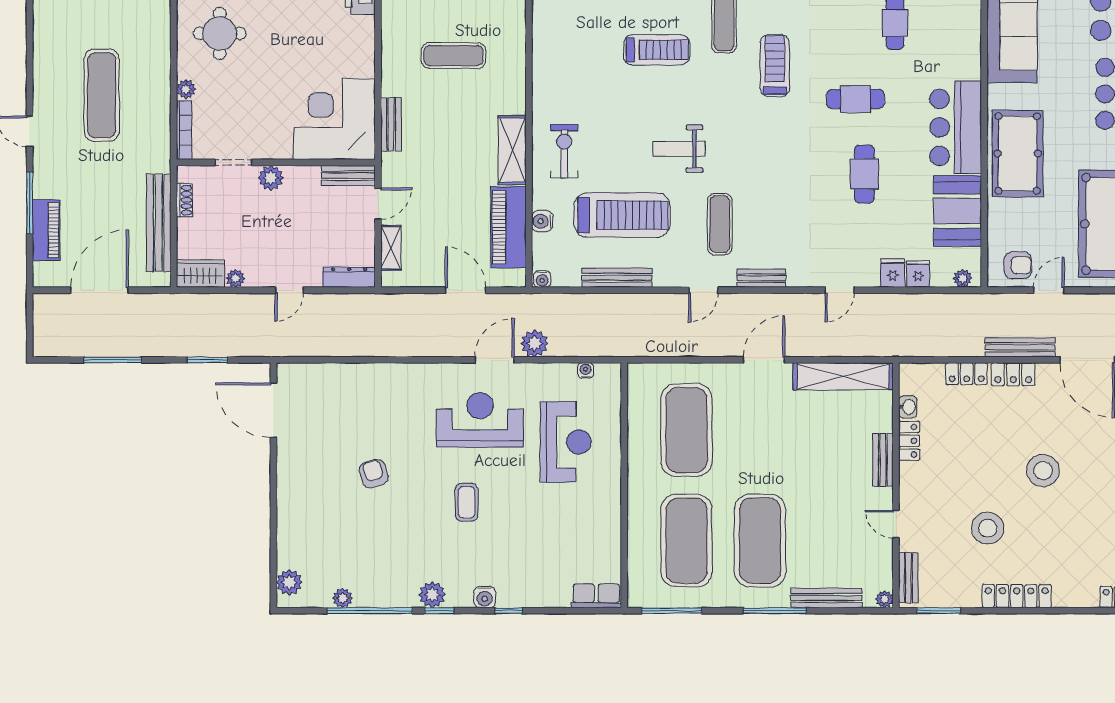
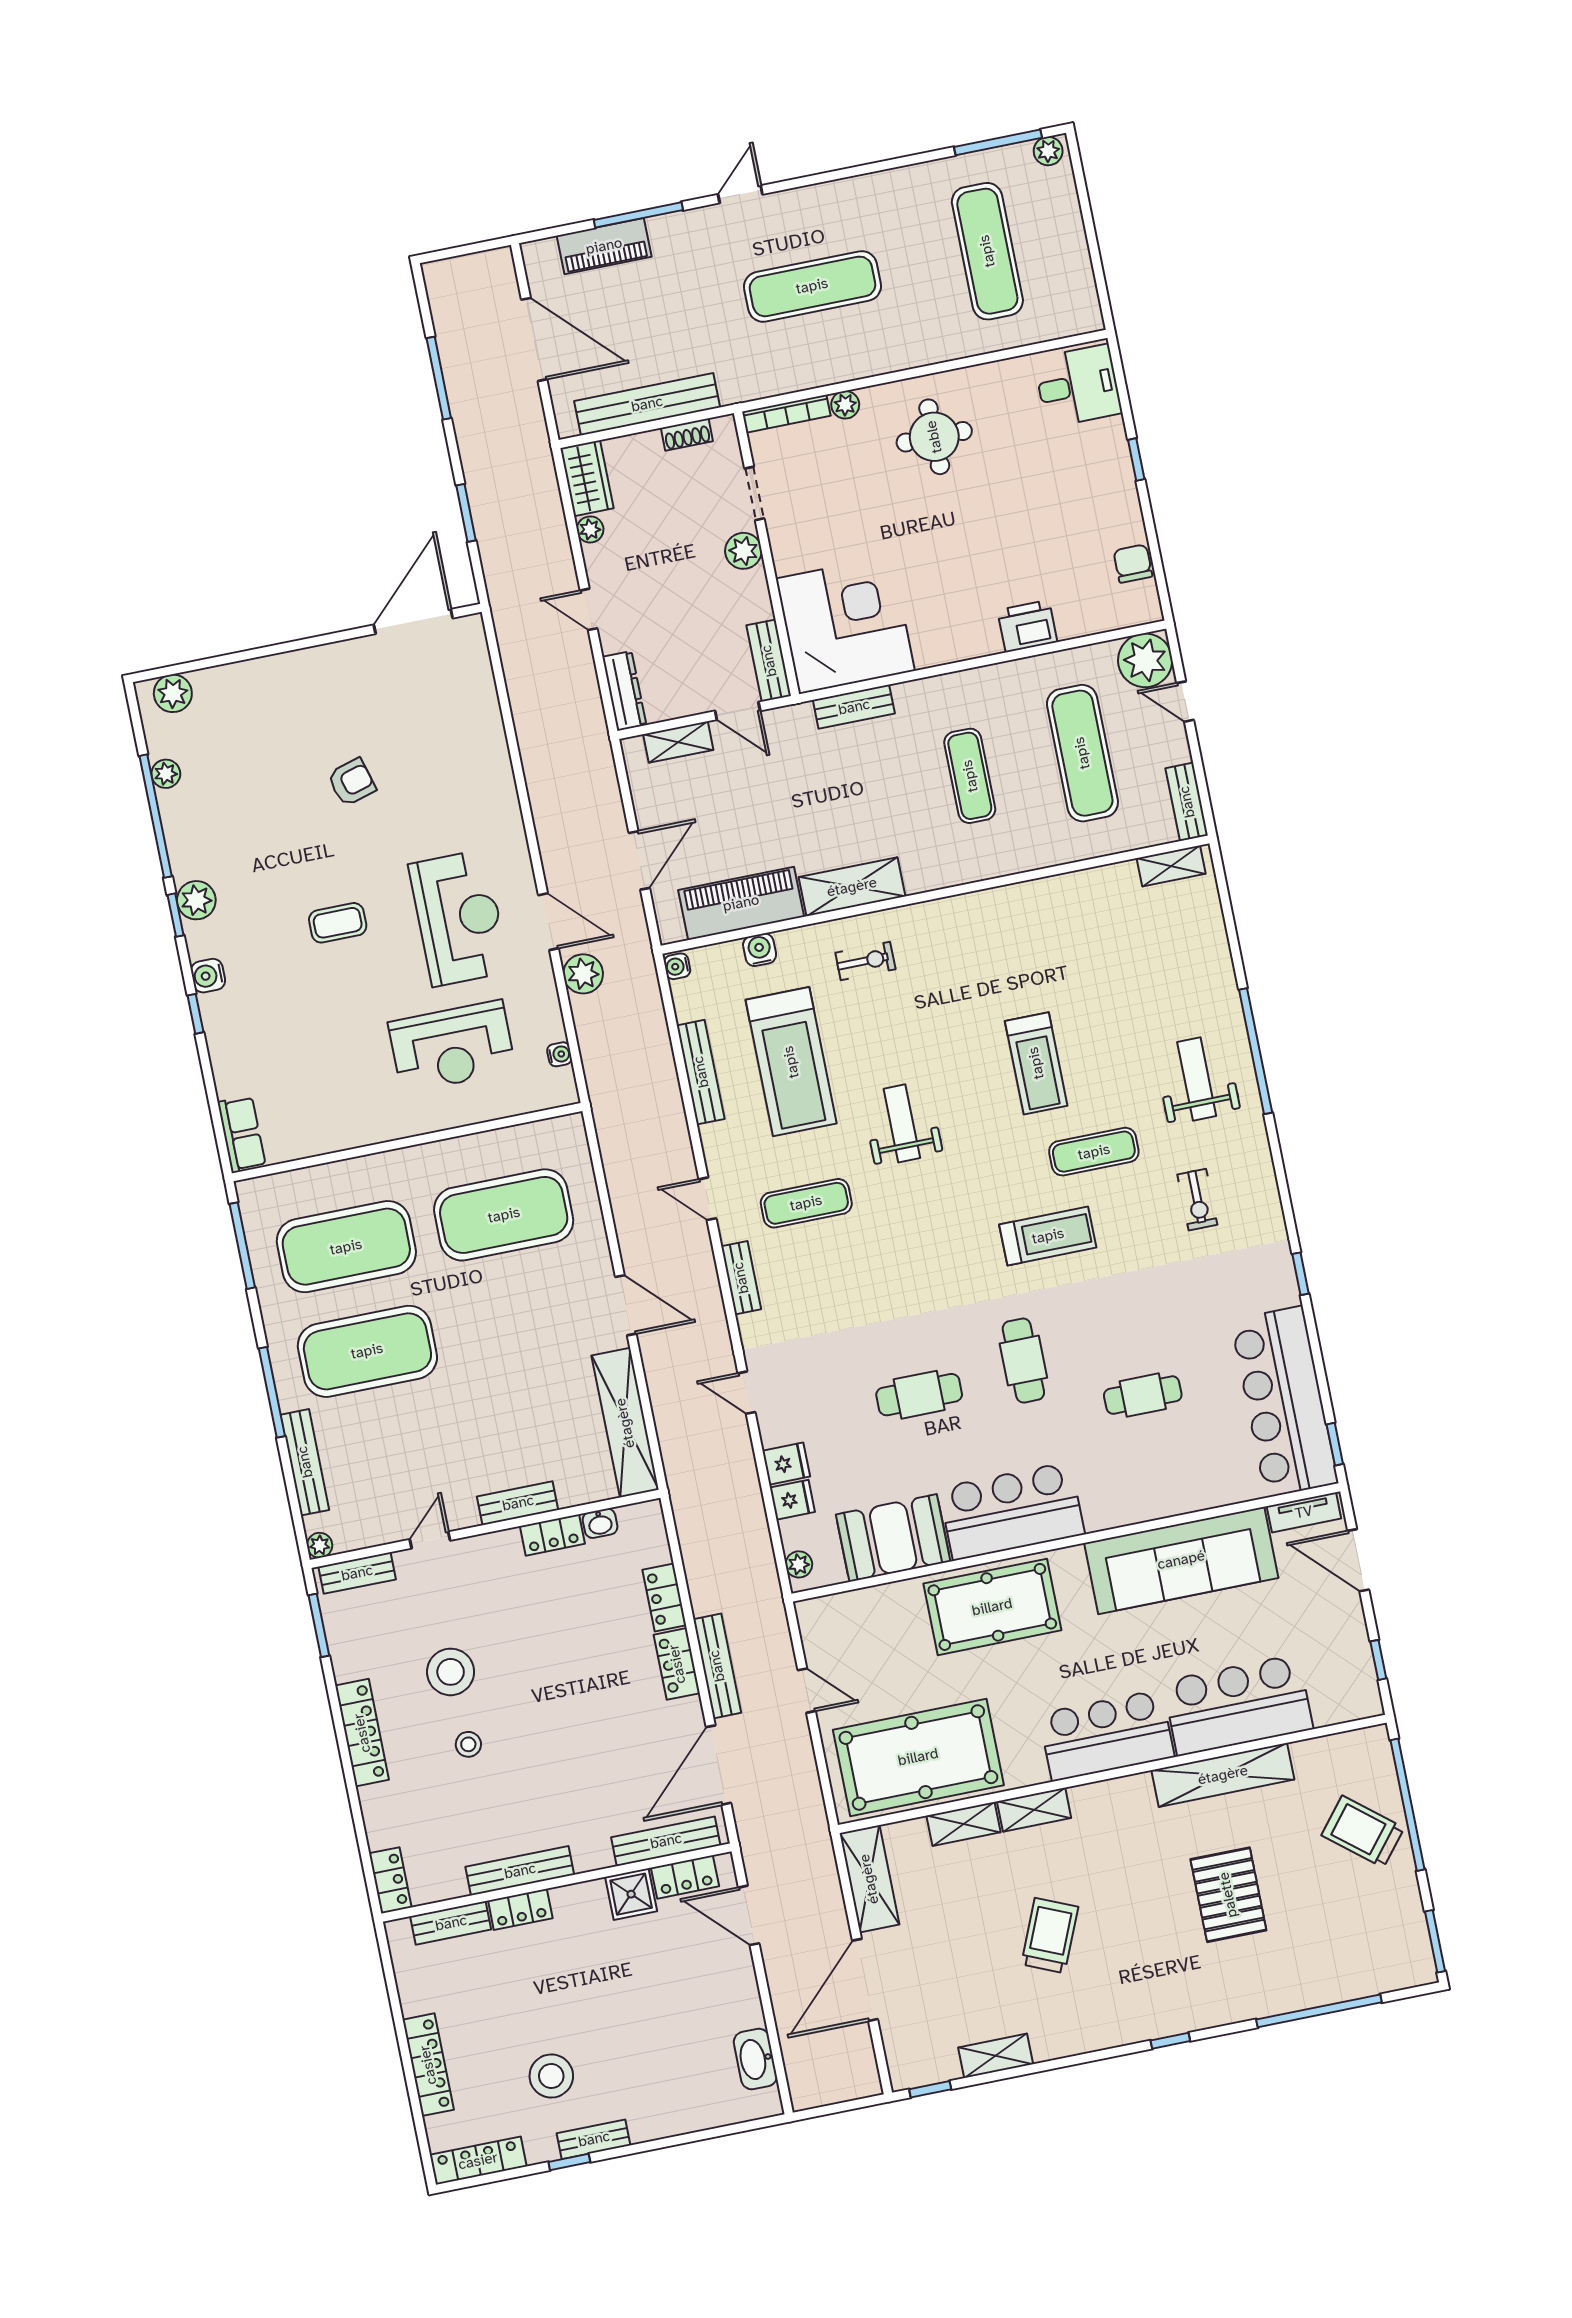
exercise bike: (564, 151) -> (865, 961), width x0.73, depth x0.72
armchair: (1018, 265) -> (833, 1639), removed
stool: (1043, 471) -> (468, 1744), moved, width x0.53, depth x0.53

